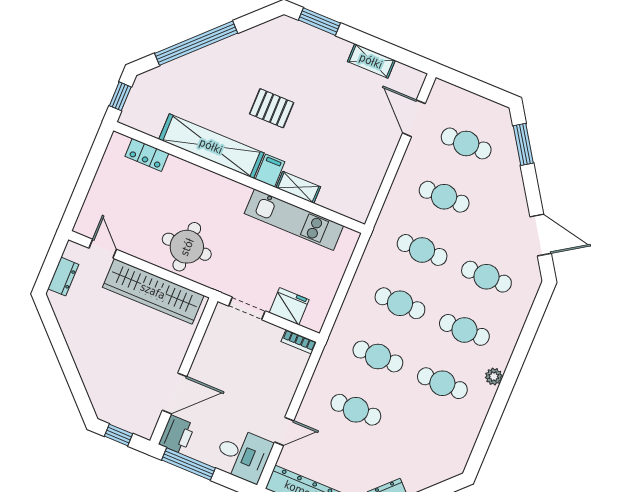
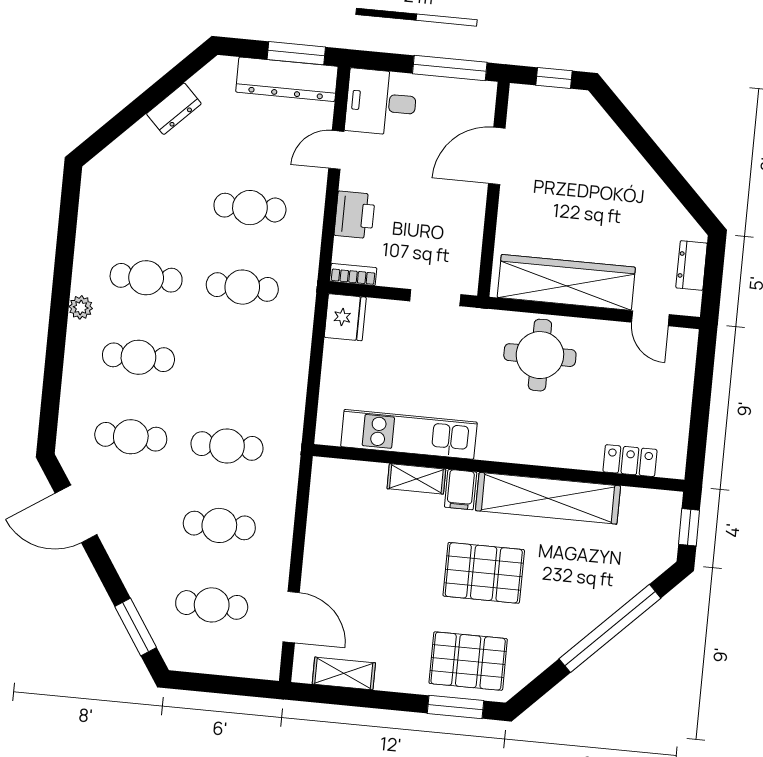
pallet: (301, 51) -> (468, 661), added
shelving: (371, 61) -> (344, 673), moved
pallet: (272, 108) -> (484, 573), width x1.50, depth x1.42
cafe table: (400, 303) -> (235, 367), removed
fridge: (289, 306) -> (345, 317), moved, turned -90
printer: (177, 434) -> (355, 215), moved, turned 180

